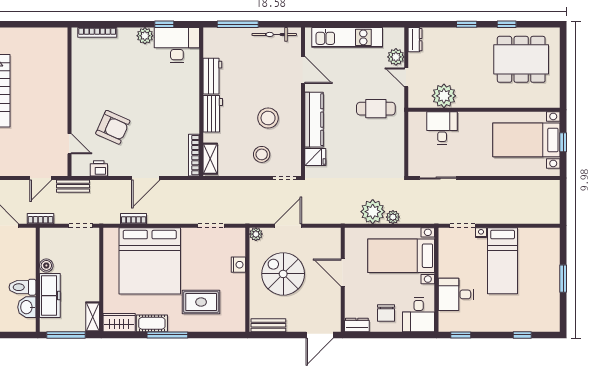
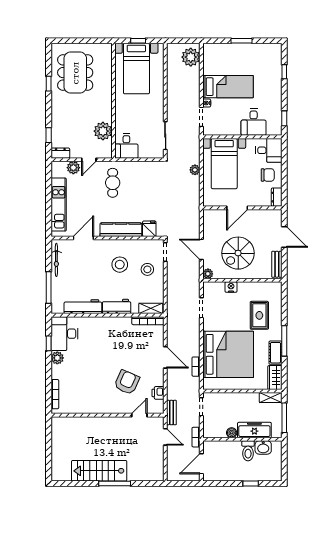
window: (467, 24) -> (49, 135), moved
workbench: (212, 76) -> (83, 307), width x1.38
desk: (442, 128) -> (126, 146), moved, turned -90
plant: (373, 212) -> (191, 57), moved
door: (320, 335) -> (284, 237), moved

